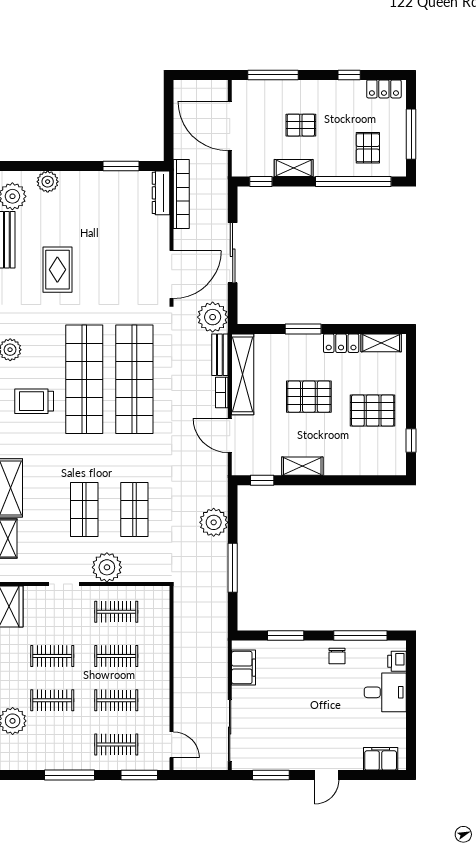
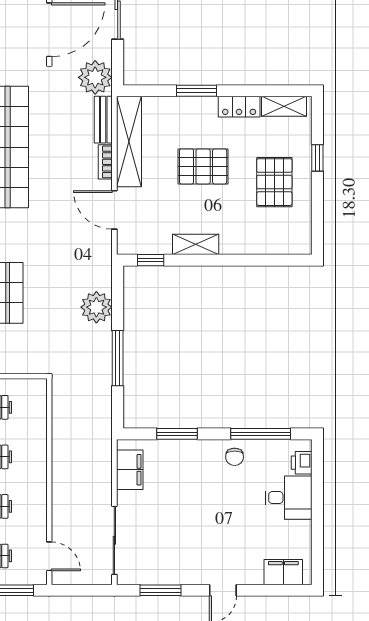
pallet: (373, 411) -> (274, 182), turned 90
window: (411, 440) -> (317, 158), moved

